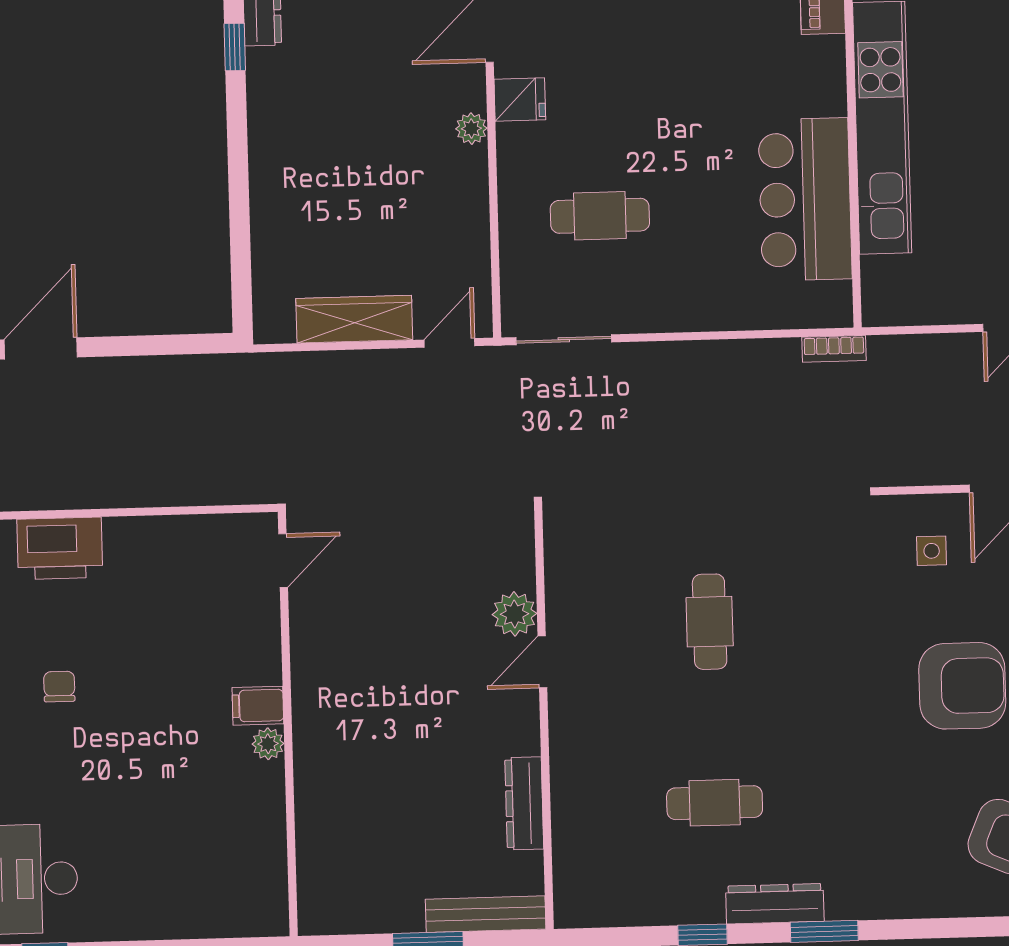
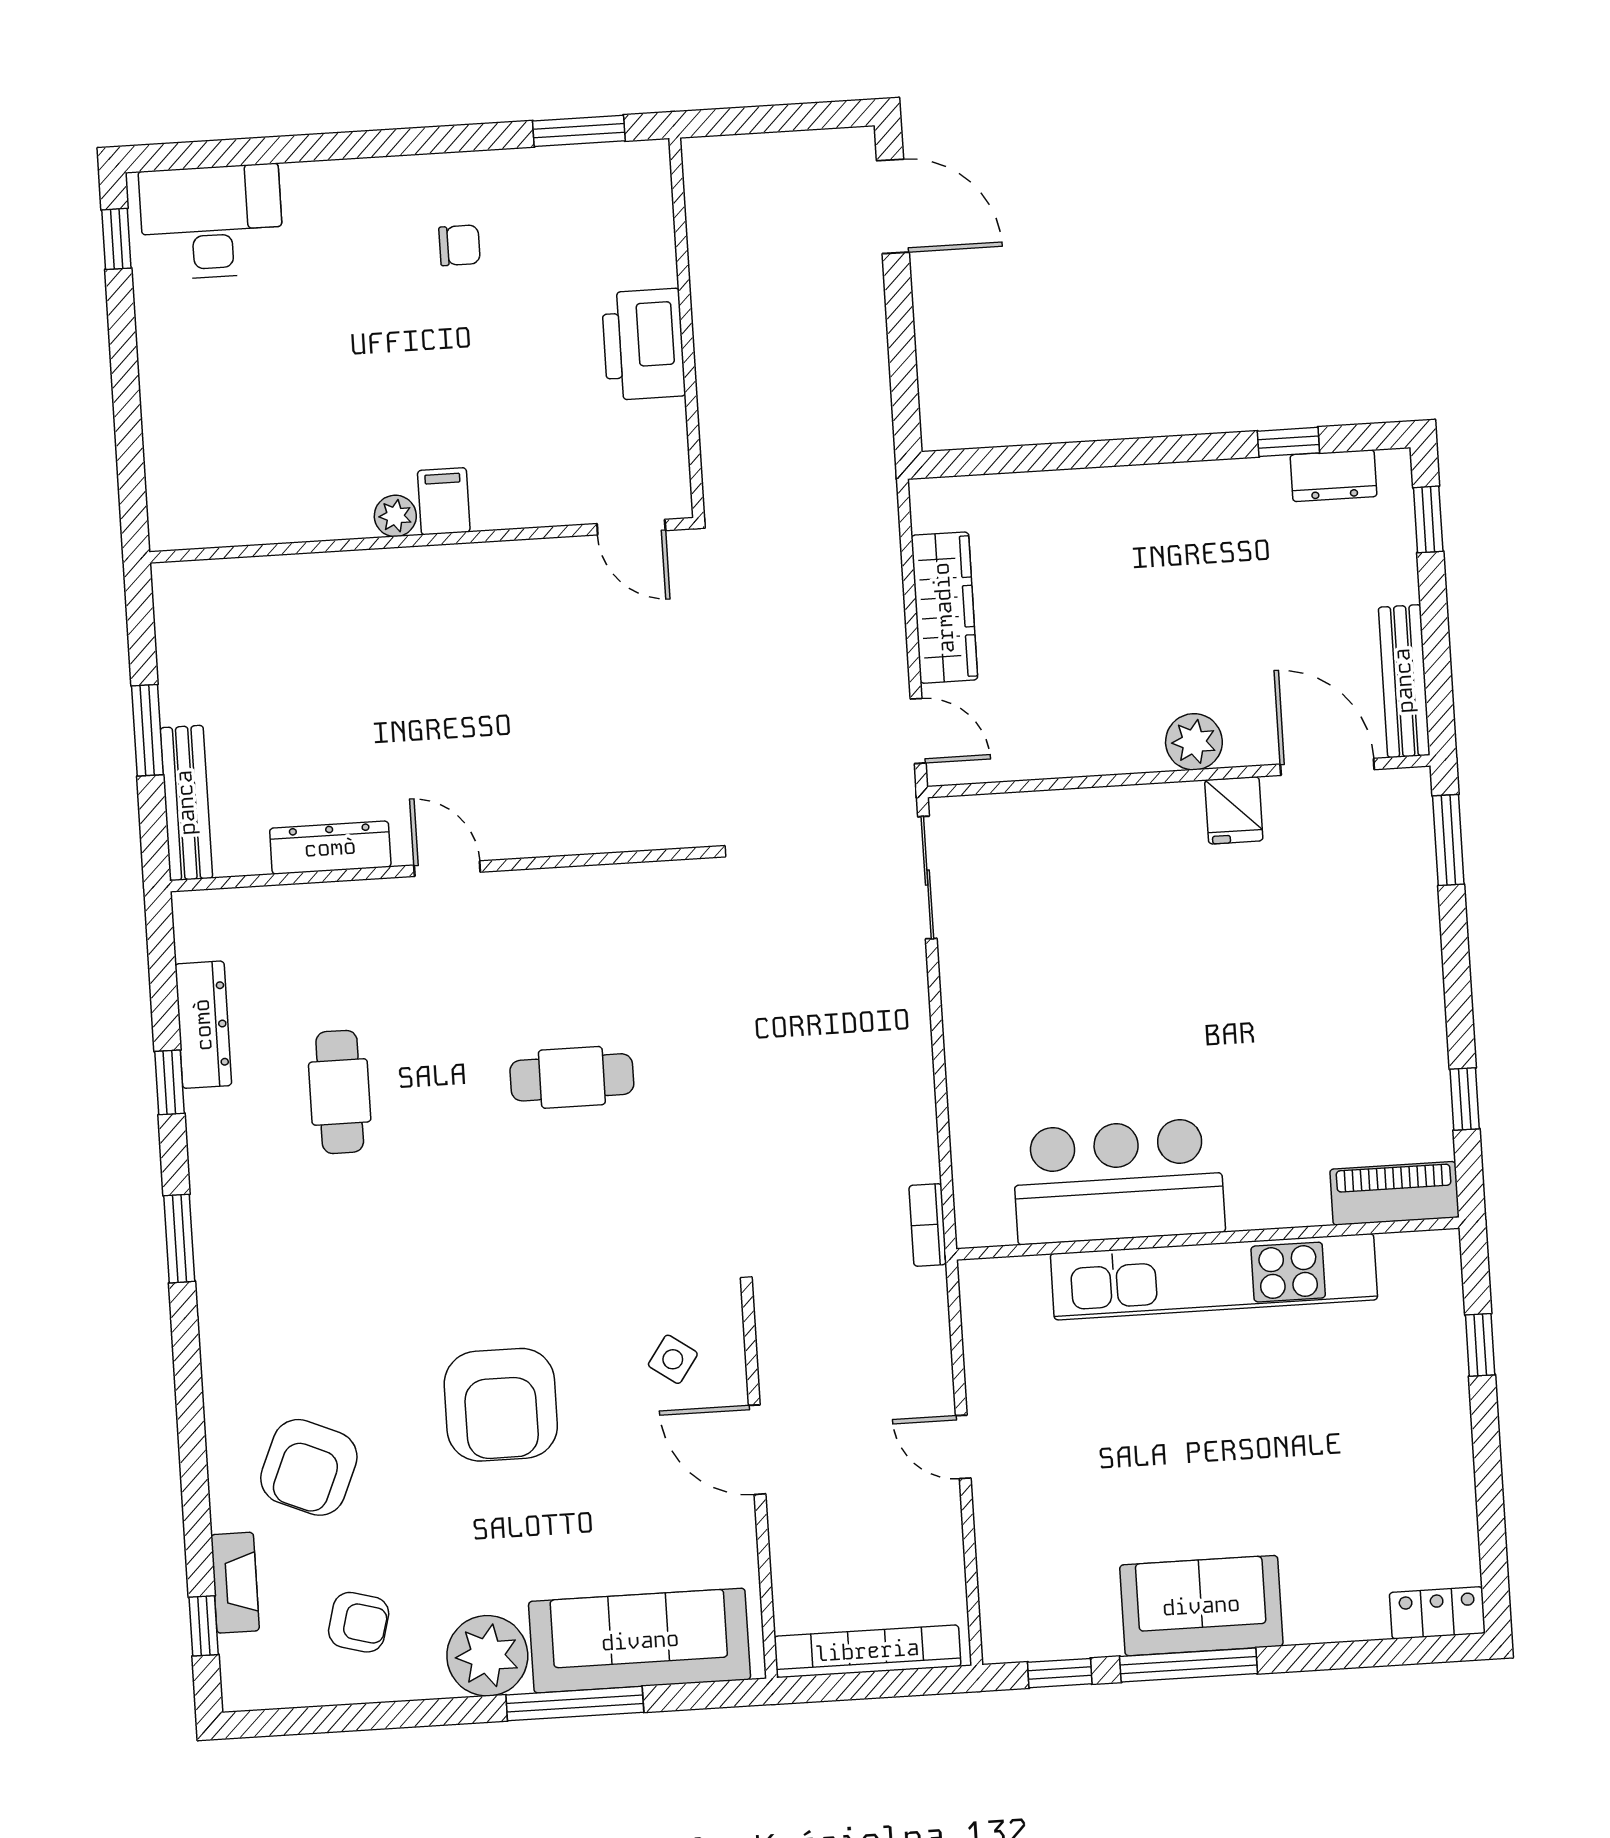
plant: (471, 129) -> (1194, 742), width x1.38, depth x1.38
cafe table: (600, 216) -> (1088, 918), removed
printer: (60, 548) -> (643, 344), moved
side table: (932, 551) -> (673, 1359), turned 35
plant: (514, 614) -> (573, 827), removed
door: (542, 662) -> (447, 869), moved
dresser: (775, 904) -> (203, 1025), moved

